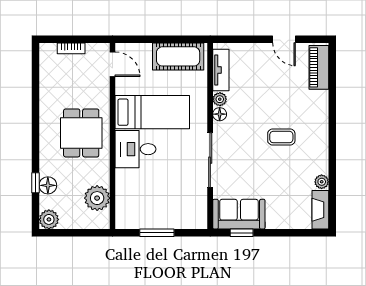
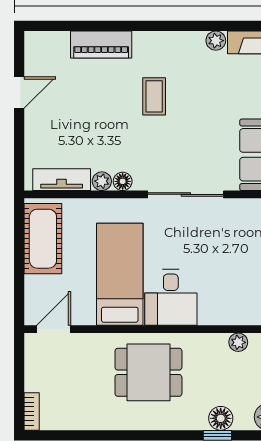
bookcase: (71, 48) -> (32, 411), moved
piano: (319, 67) -> (101, 44), moved
plant: (97, 198) -> (238, 342), width x0.53, depth x0.53

